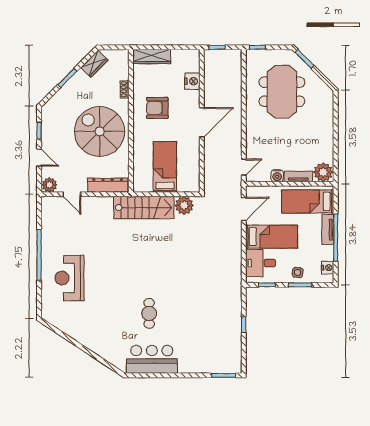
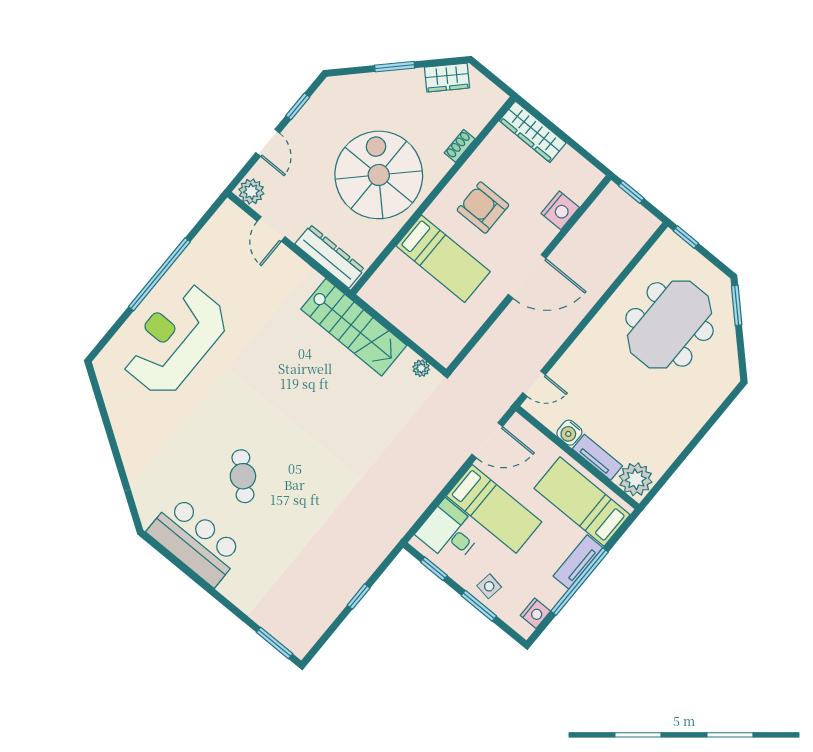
bed: (165, 167) -> (443, 259), moved, turned 90
plant: (184, 205) -> (421, 368), width x0.53, depth x0.53
reception desk: (69, 278) -> (175, 340), width x1.36, depth x1.30
cafe table: (149, 313) -> (243, 476), turned -46

